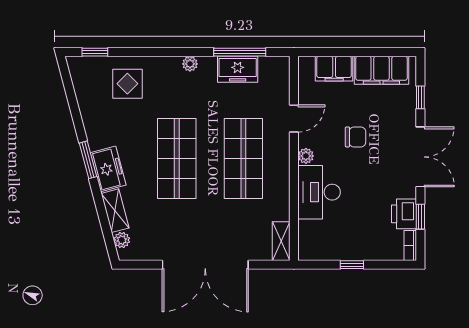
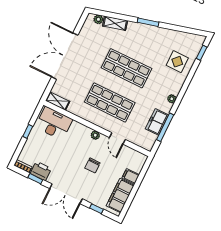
filing cabinet: (334, 69) -> (131, 176), width x0.50
freezer: (108, 169) -> (138, 30), removed
desk: (319, 192) -> (54, 123), moved

